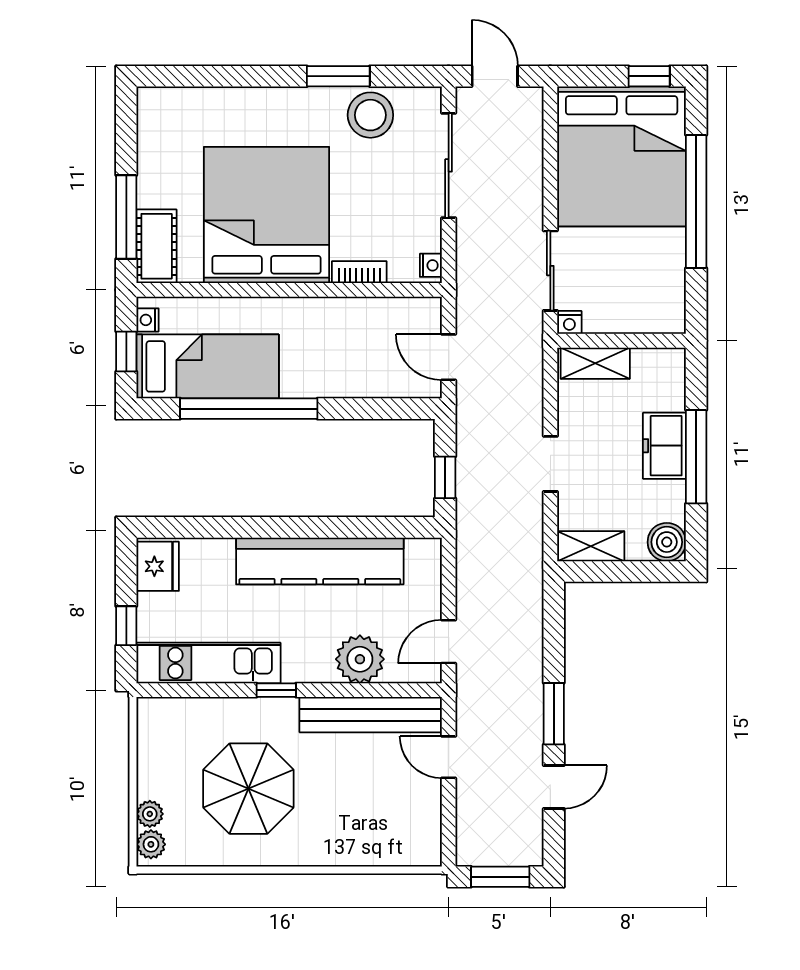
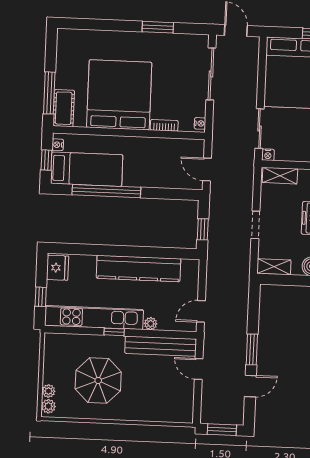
stool: (370, 115) -> (173, 47), removed
plant: (360, 659) -> (151, 324), width x0.53, depth x0.53
kitchen unit: (209, 663) -> (94, 318), width x1.36

